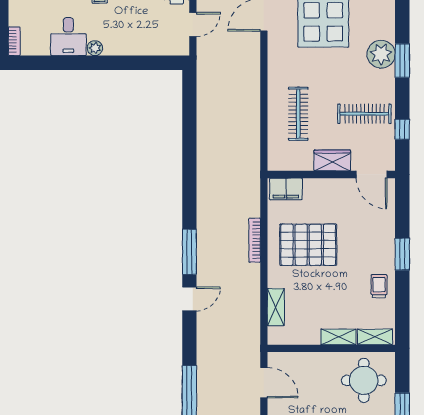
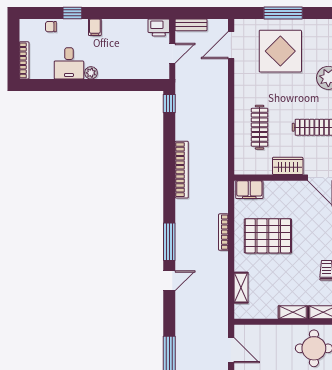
bookcase: (14, 41) -> (24, 60), width x1.56
window: (189, 85) -> (169, 104), added
bookcase: (204, 165) -> (182, 170), added

